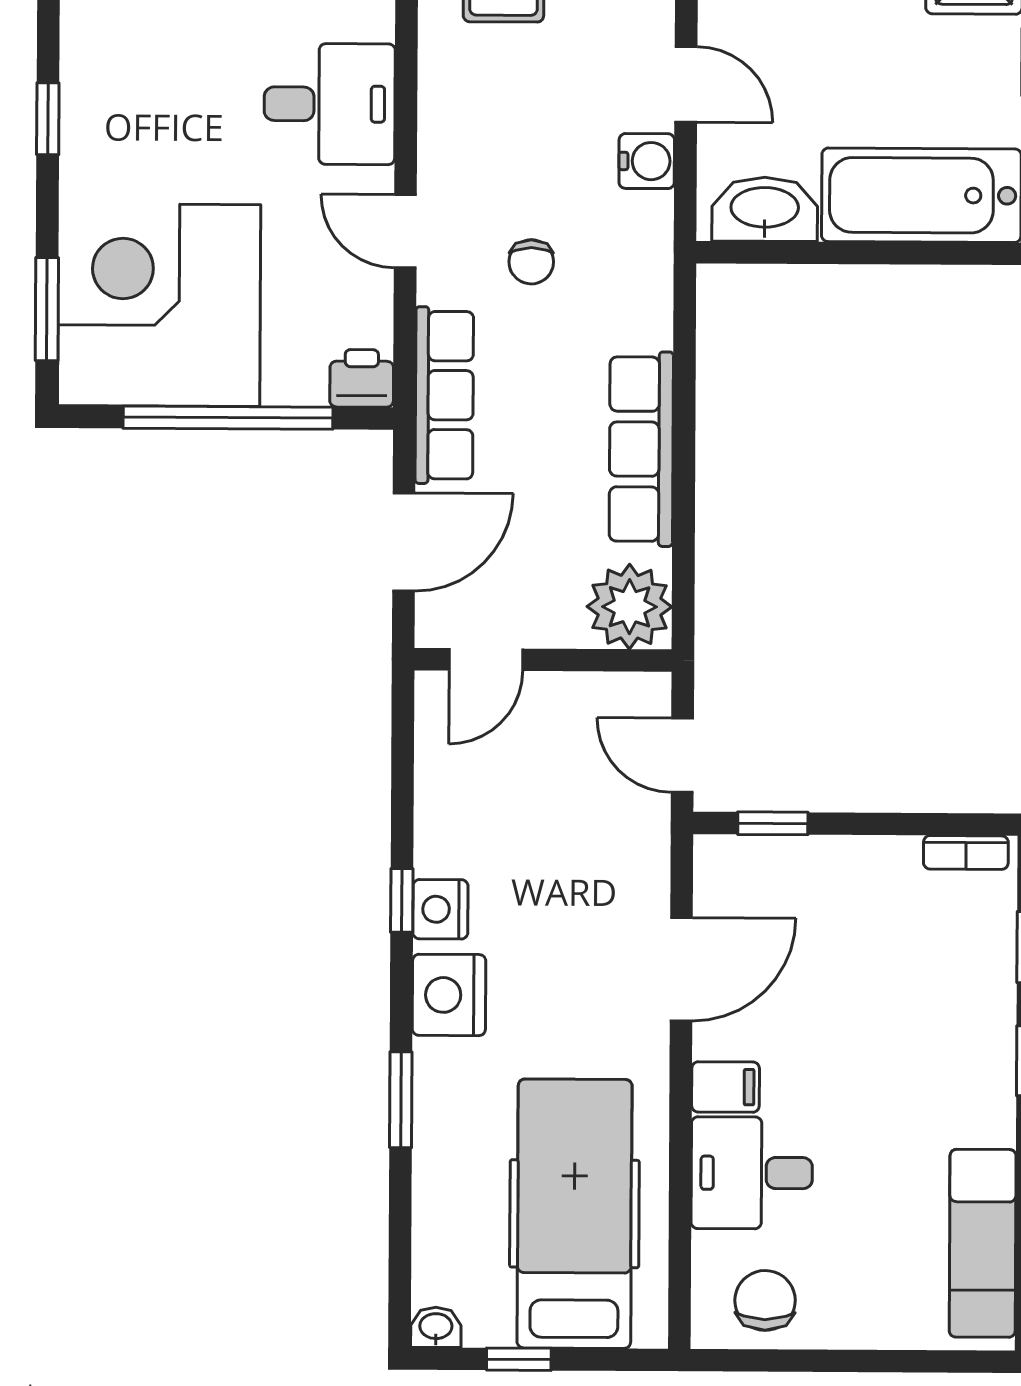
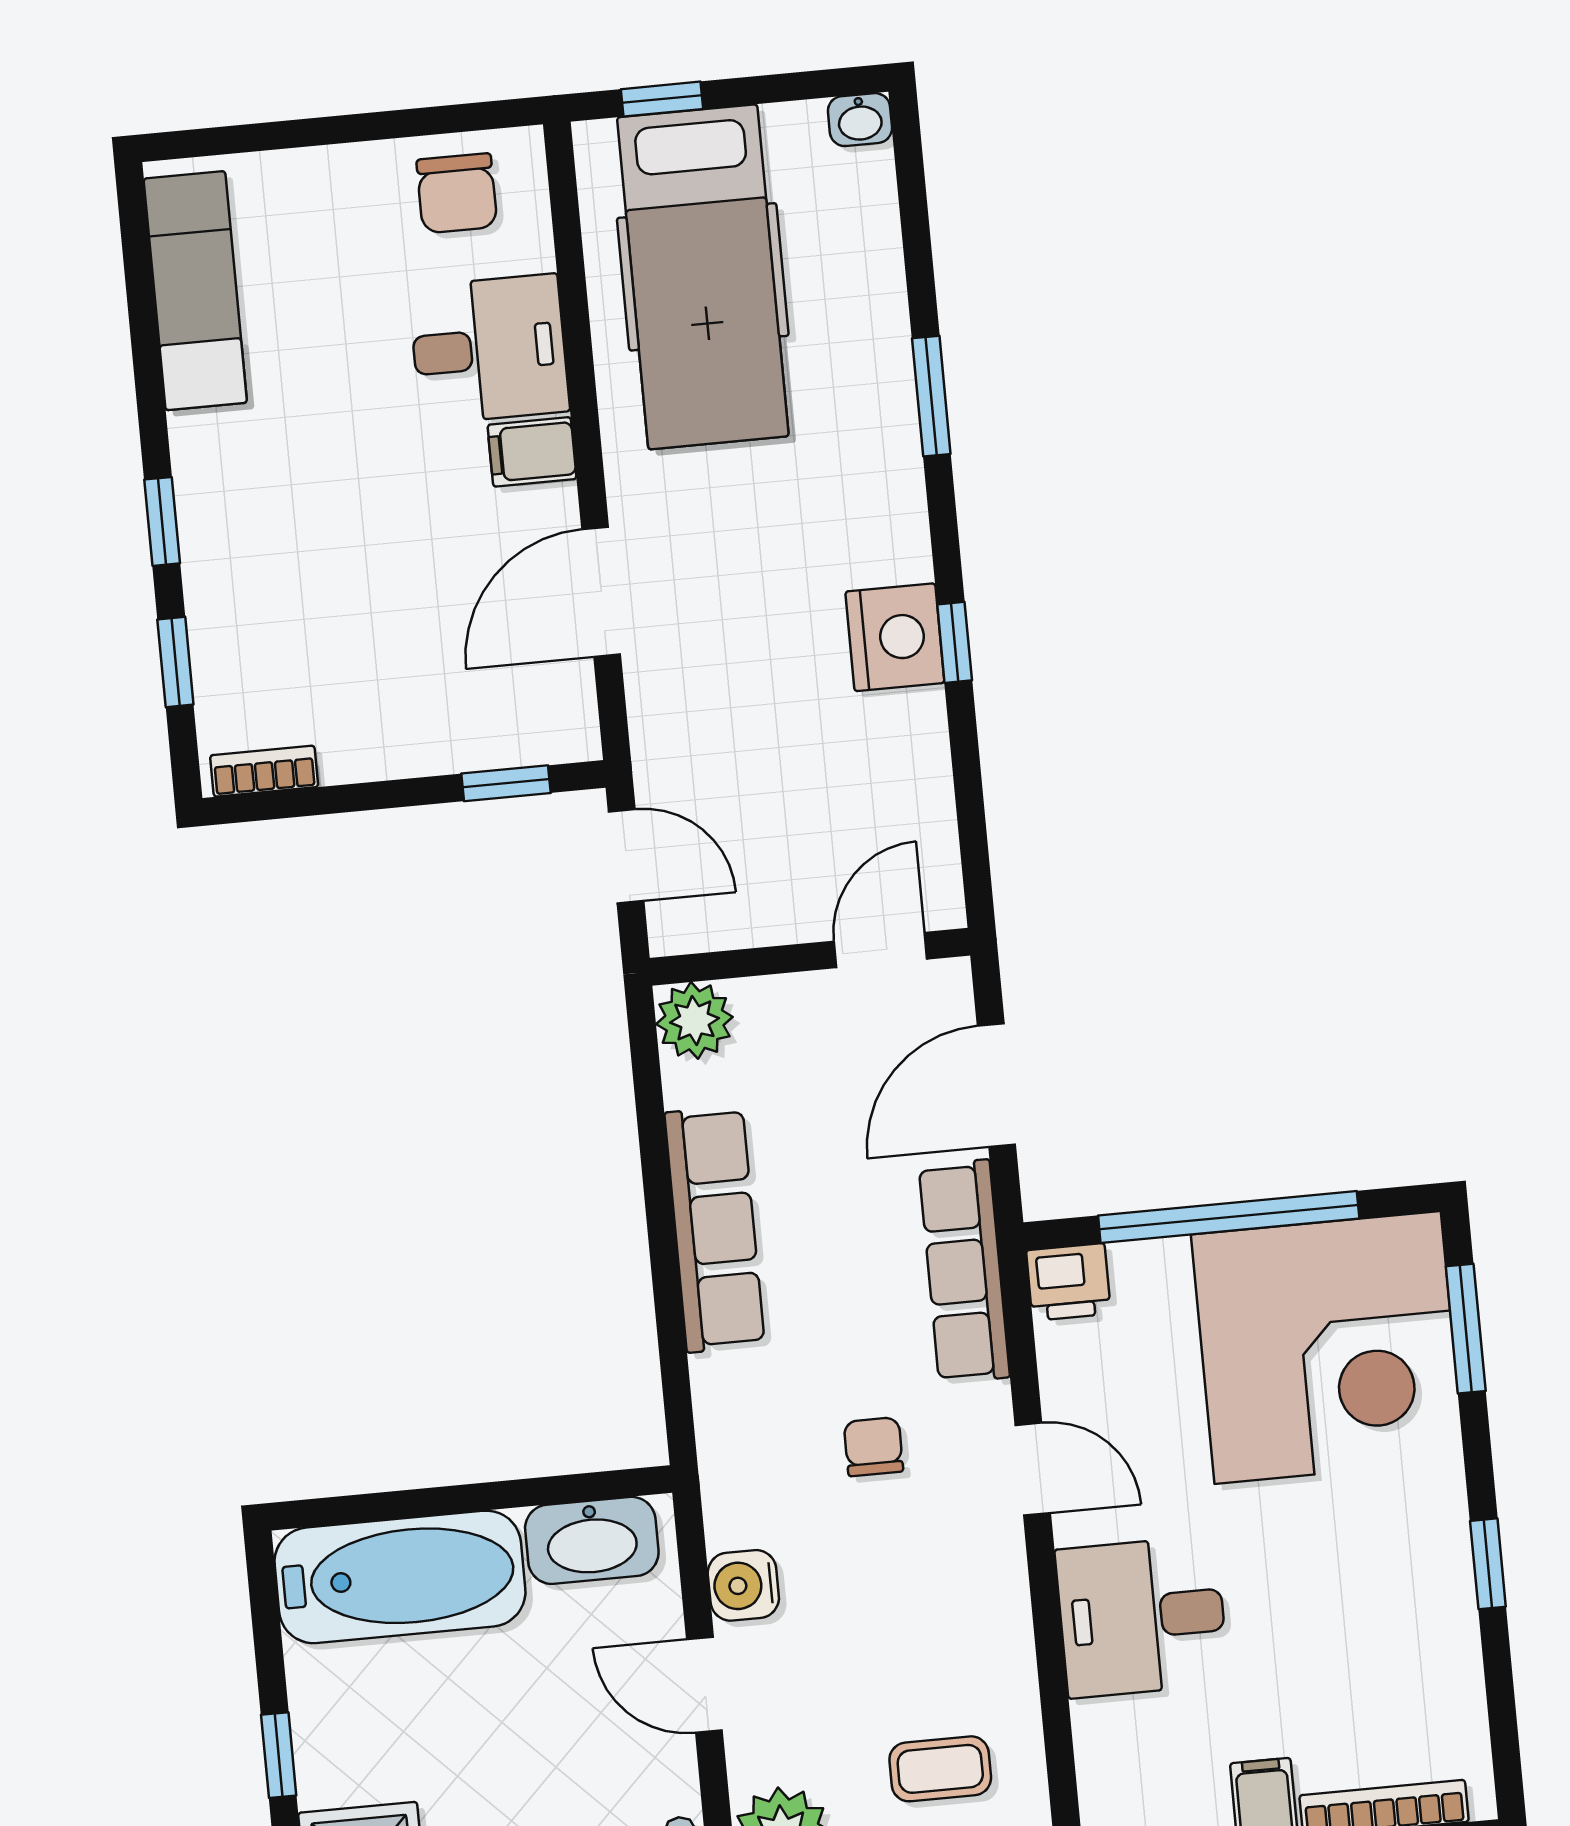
plant: (629, 607) -> (694, 1020), width x0.73, depth x0.73
nightstand: (440, 909) -> (895, 637), width x1.36, depth x1.33
nightstand: (449, 995) -> (885, 531), removed
window: (519, 1359) -> (662, 99), moved

